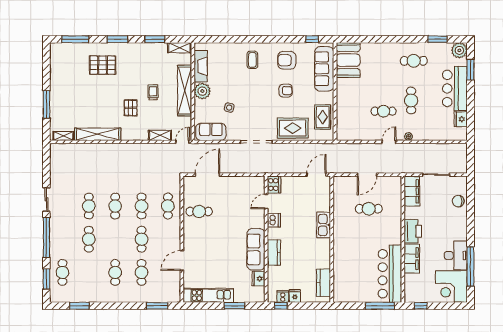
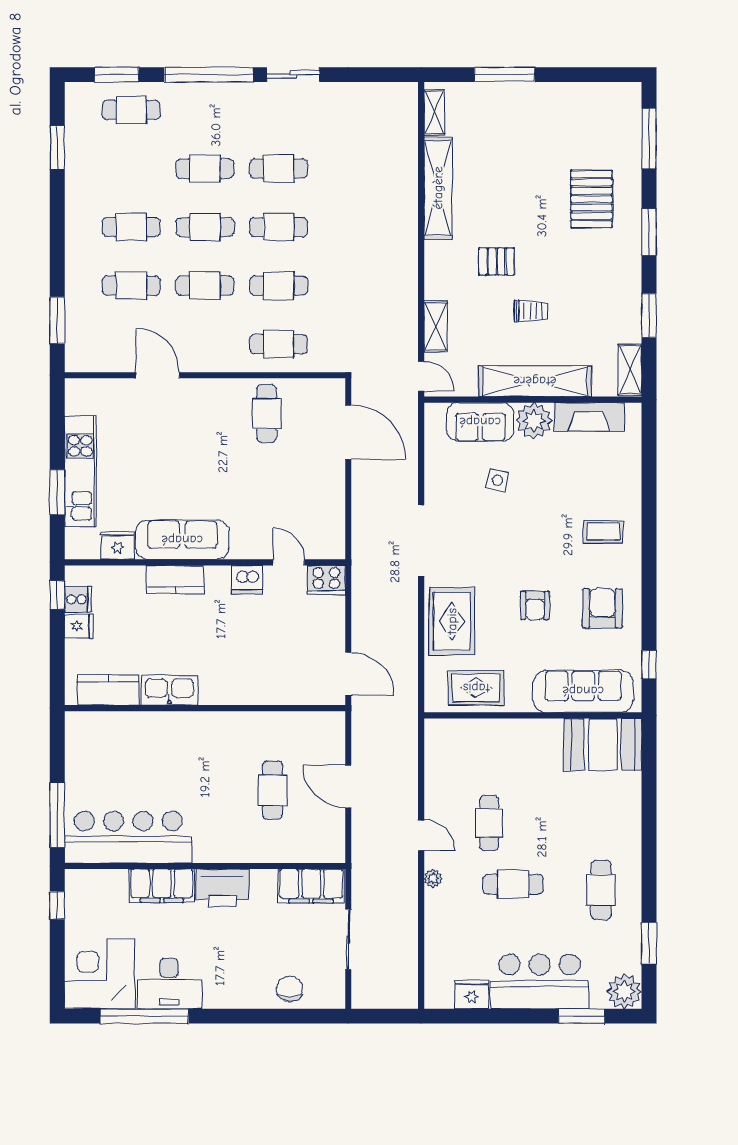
sofa: (211, 132) -> (480, 422), moved, turned 90
kitchen sink: (324, 225) -> (169, 690), moved
cafe table: (115, 239) -> (205, 227), added
kitchen unit: (208, 295) -> (80, 472), moved

